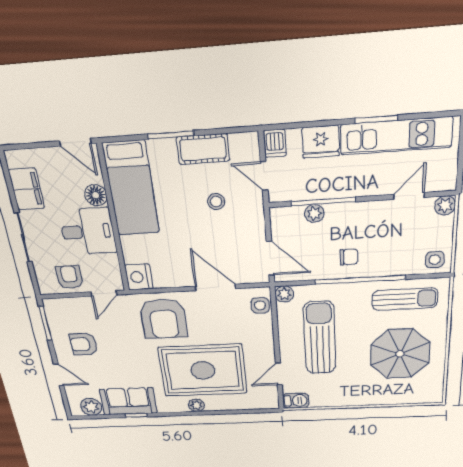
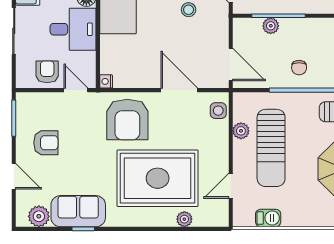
chair: (349, 257) -> (299, 68), turned 90
nightstand: (139, 277) -> (106, 81), width x0.53, depth x0.56
door: (104, 293) -> (76, 90), swing flipped
plant: (284, 294) -> (241, 131), moved
sun lounger: (320, 338) -> (271, 148), turned 180
armchair: (84, 344) -> (46, 143), turned 180
barbecue: (296, 401) -> (268, 218), moved
plant: (196, 405) -> (184, 219), moved

